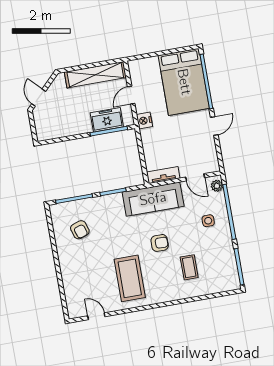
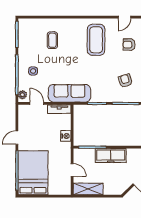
shelving: (95, 75) -> (88, 189), width x0.68
door: (131, 95) -> (72, 170), hinge flipped
freezer: (107, 120) -> (111, 156), moved, width x1.40
nightstand: (144, 121) -> (66, 136), moved
armchair: (160, 243) -> (129, 45), moved
door: (96, 316) -> (124, 17), hinge flipped

